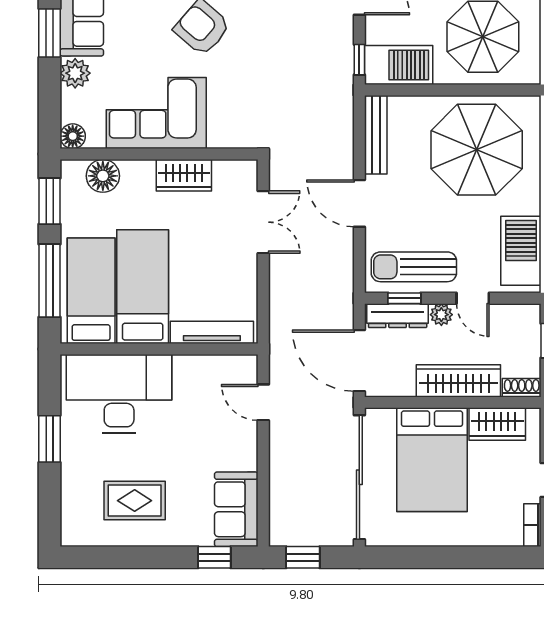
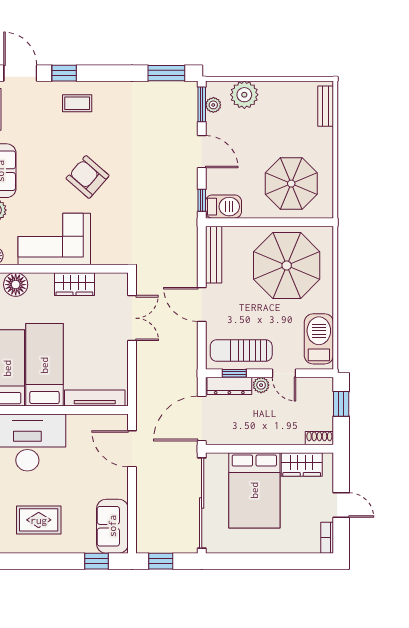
barbecue: (399, 65) -> (224, 207), width x0.73, depth x0.83
door: (359, 361) -> (202, 418), hinge flipped
wardrobe: (458, 381) -> (273, 433), removed
door: (263, 402) -> (132, 449), width x1.38

